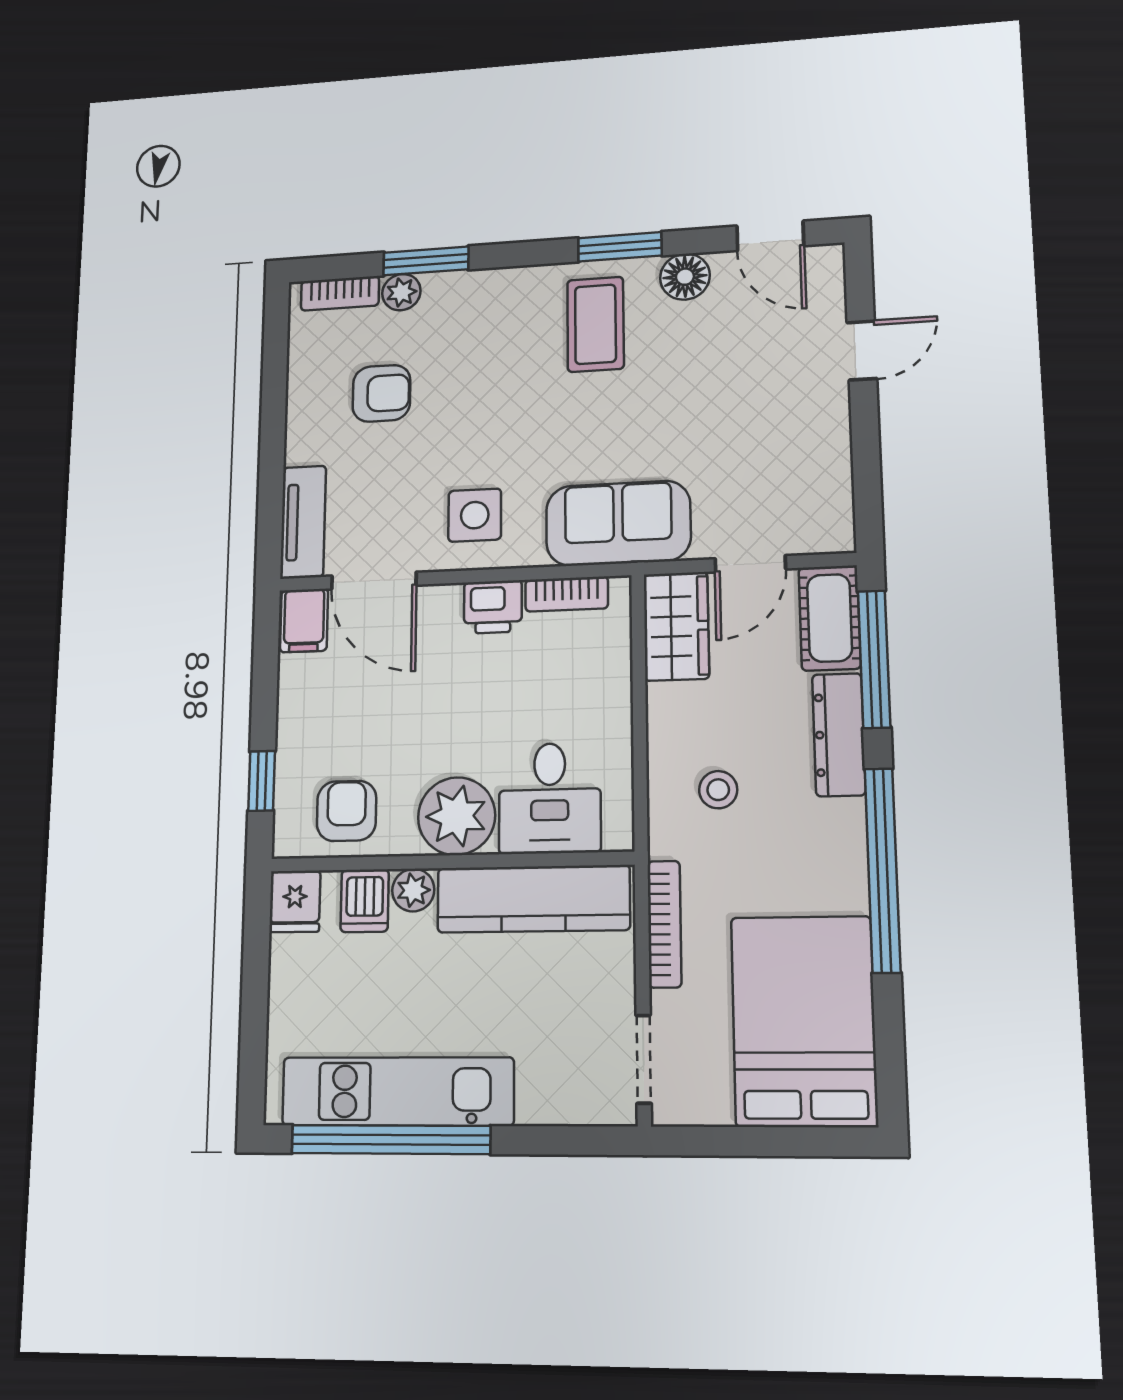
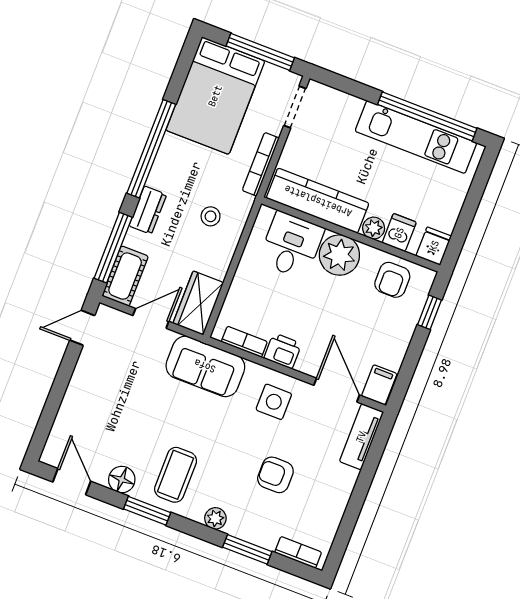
plant: (401, 292) -> (215, 518), moved
door: (862, 350) -> (82, 328), moved
armchair: (381, 393) -> (275, 475), moved
dresser: (839, 735) -> (148, 210), width x0.70
window: (752, 1142) -> (260, 52), added

